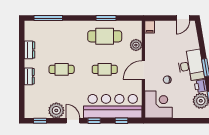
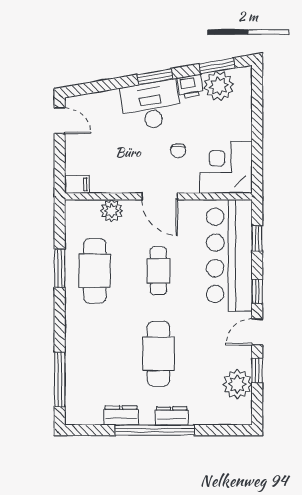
window: (22, 67) -> (155, 430), added
cafe table: (62, 69) -> (158, 354), width x1.37, depth x1.35
plant: (56, 110) -> (237, 384), moved
window: (40, 121) -> (257, 370), moved

